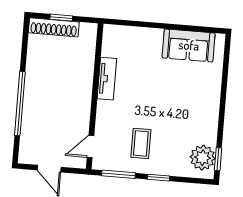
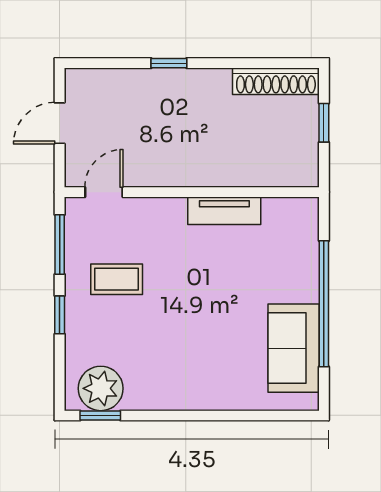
window: (165, 26) -> (324, 304), added
shoe rack: (54, 27) -> (276, 81), moved, turned -90
window: (20, 103) -> (169, 63), width x0.32
door: (91, 147) -> (104, 192), hinge flipped

